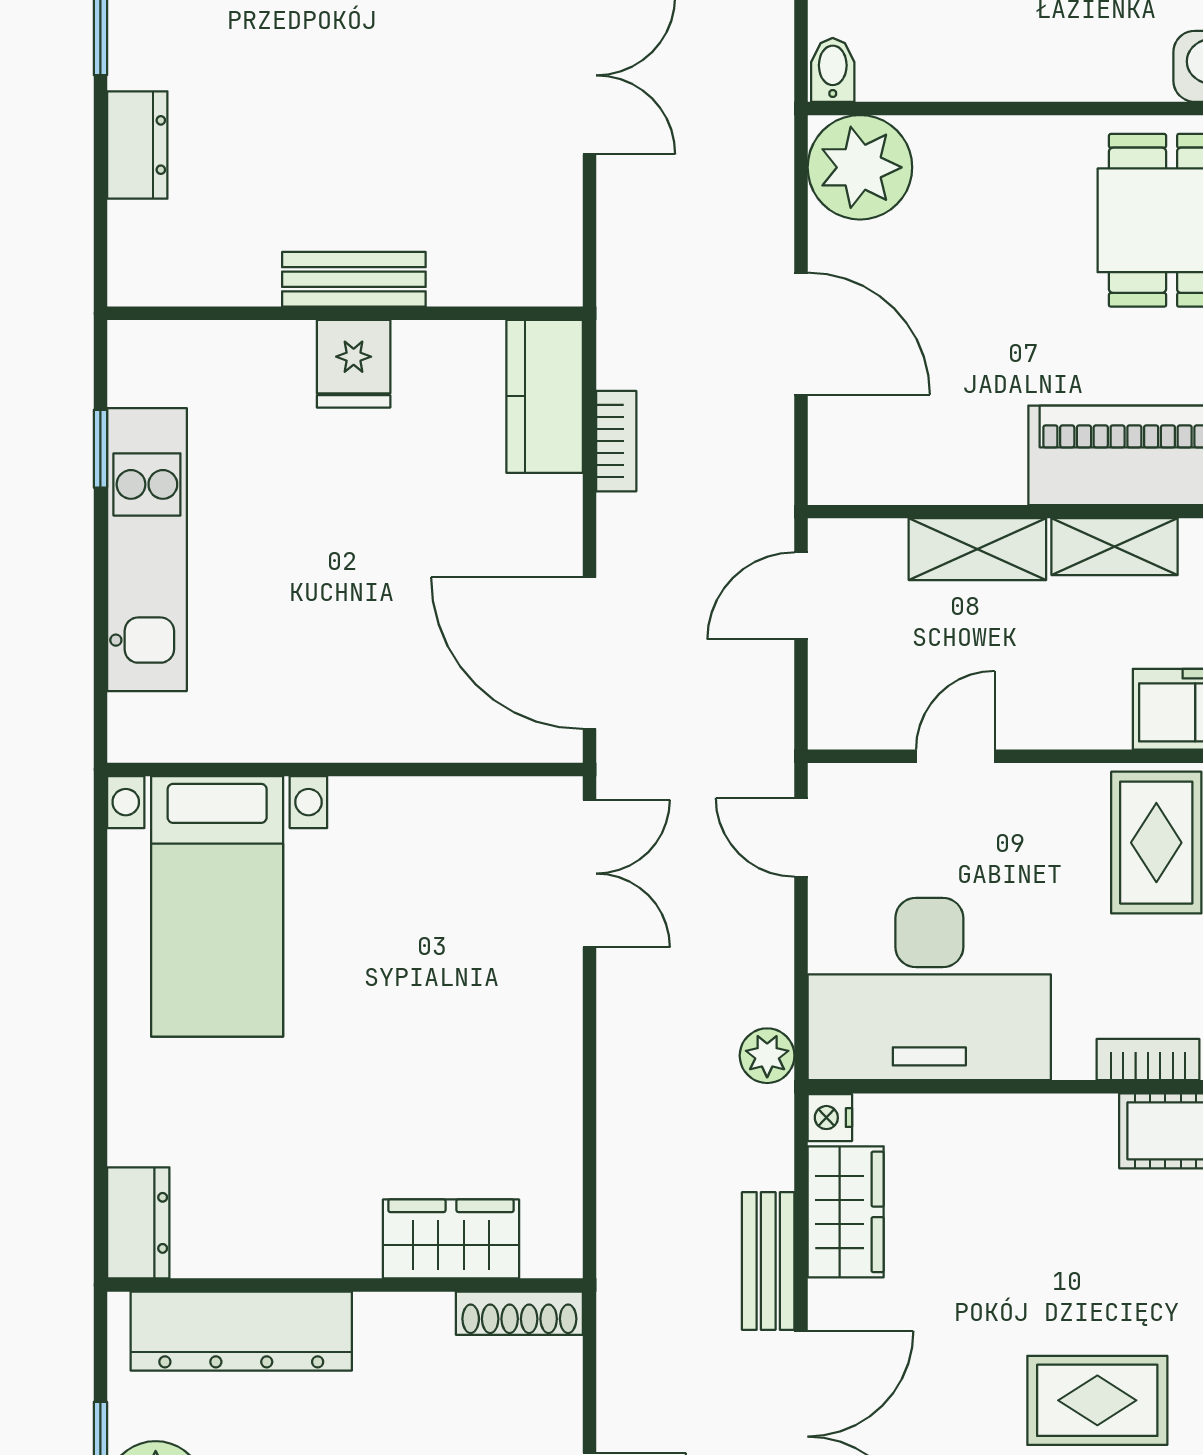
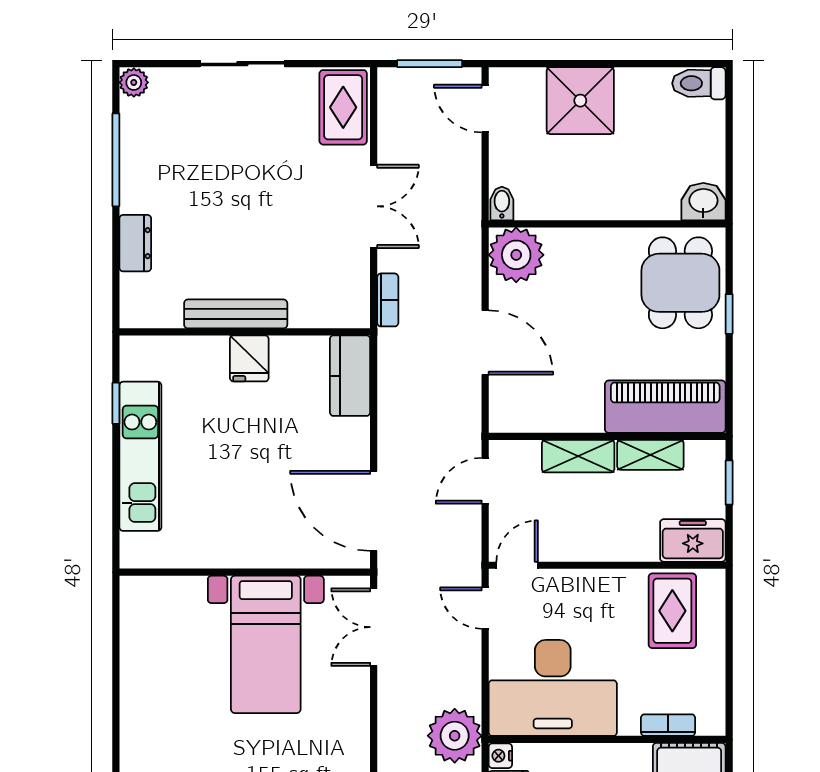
bench: (354, 279) -> (236, 314), width x1.36
bookcase: (616, 441) -> (388, 300), moved
door: (955, 756) -> (517, 565), moved
double door: (590, 874) -> (374, 627), swing flipped
bed with nightstands: (217, 906) -> (266, 644), moved
plant: (767, 1056) -> (455, 736), width x1.88, depth x1.88

